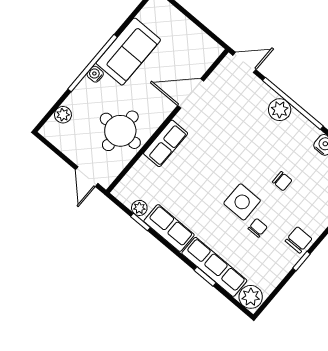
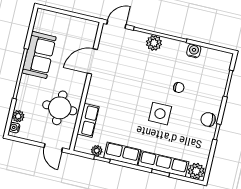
water cooler: (95, 74) -> (14, 128), moved
row of seats: (166, 143) -> (88, 120), moved
chair: (258, 228) -> (178, 125), removed
chair: (299, 240) -> (208, 119), turned -90

